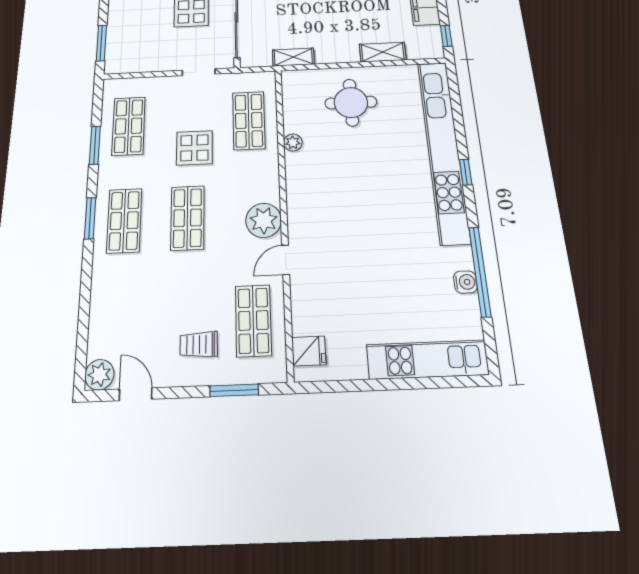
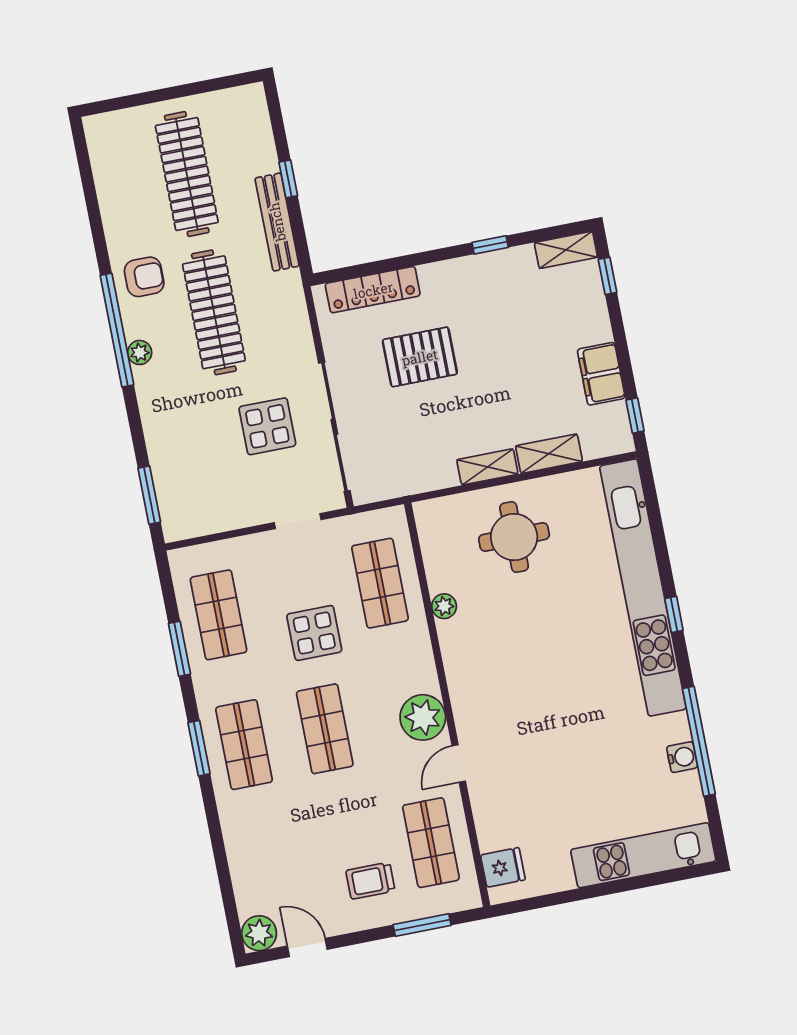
shelving: (293, 57) -> (487, 467), moved

